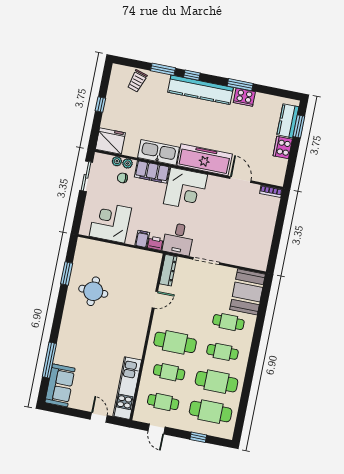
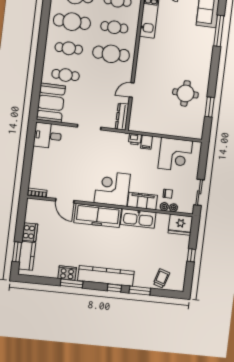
desk: (178, 239) -> (48, 136), moved, turned -90

